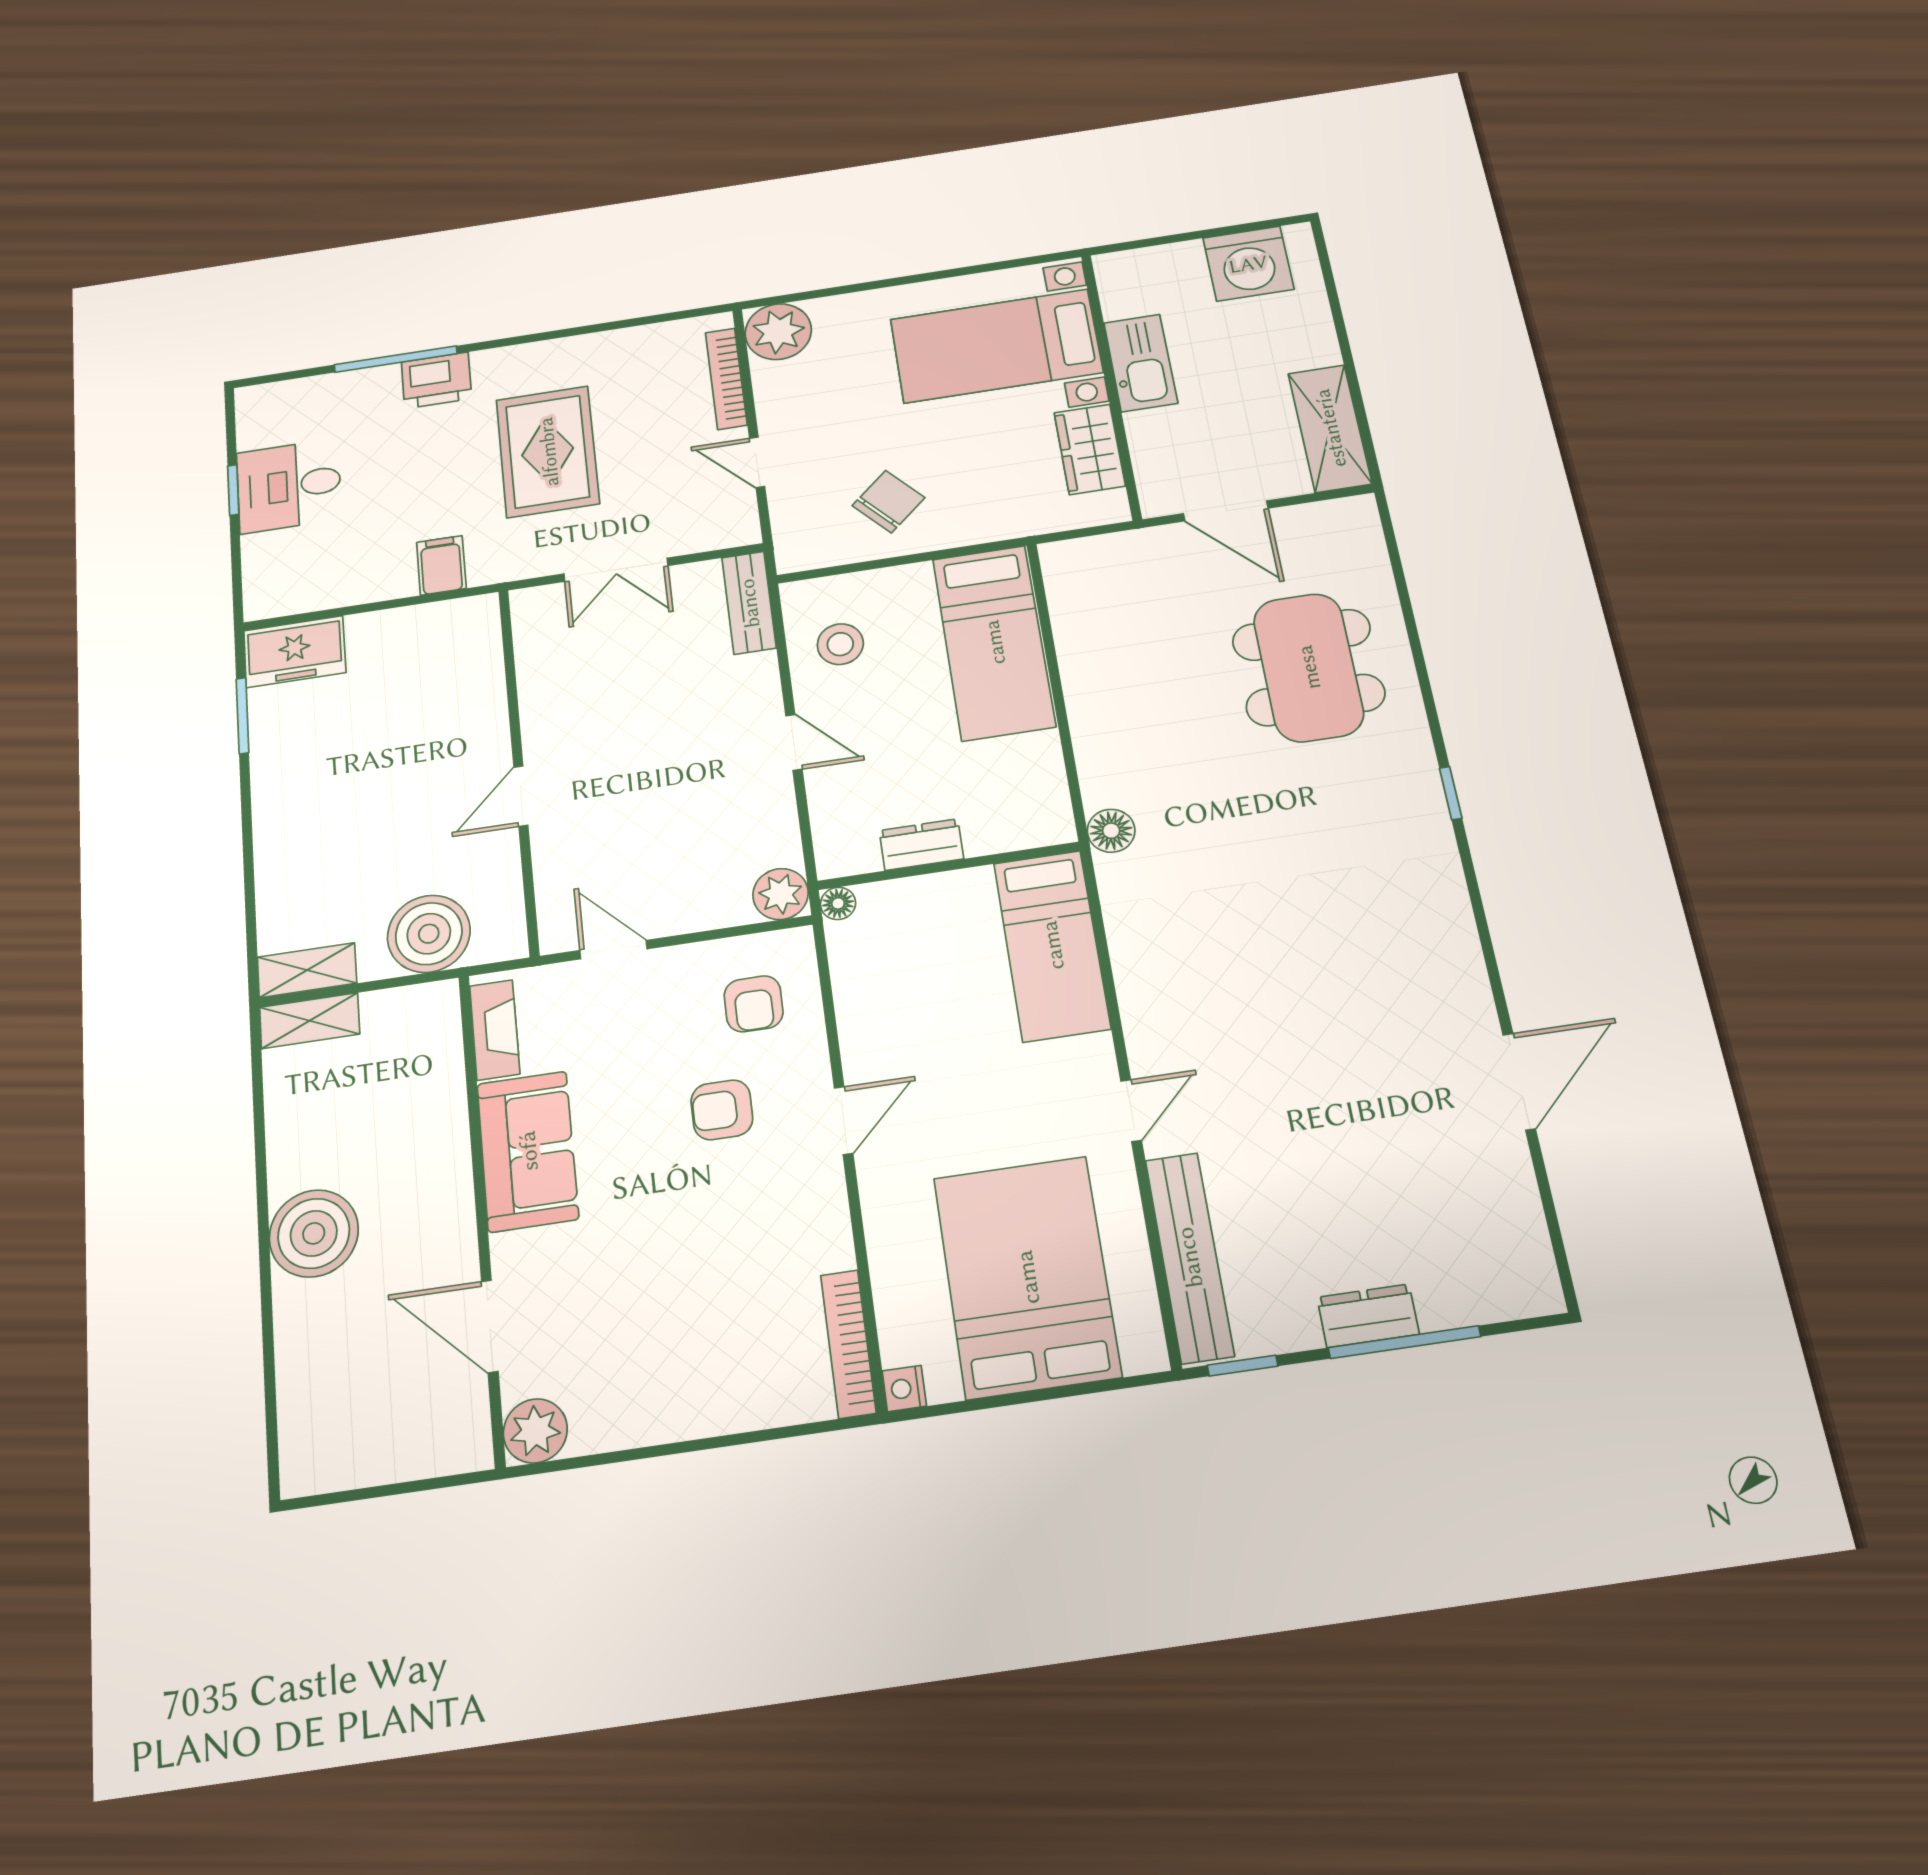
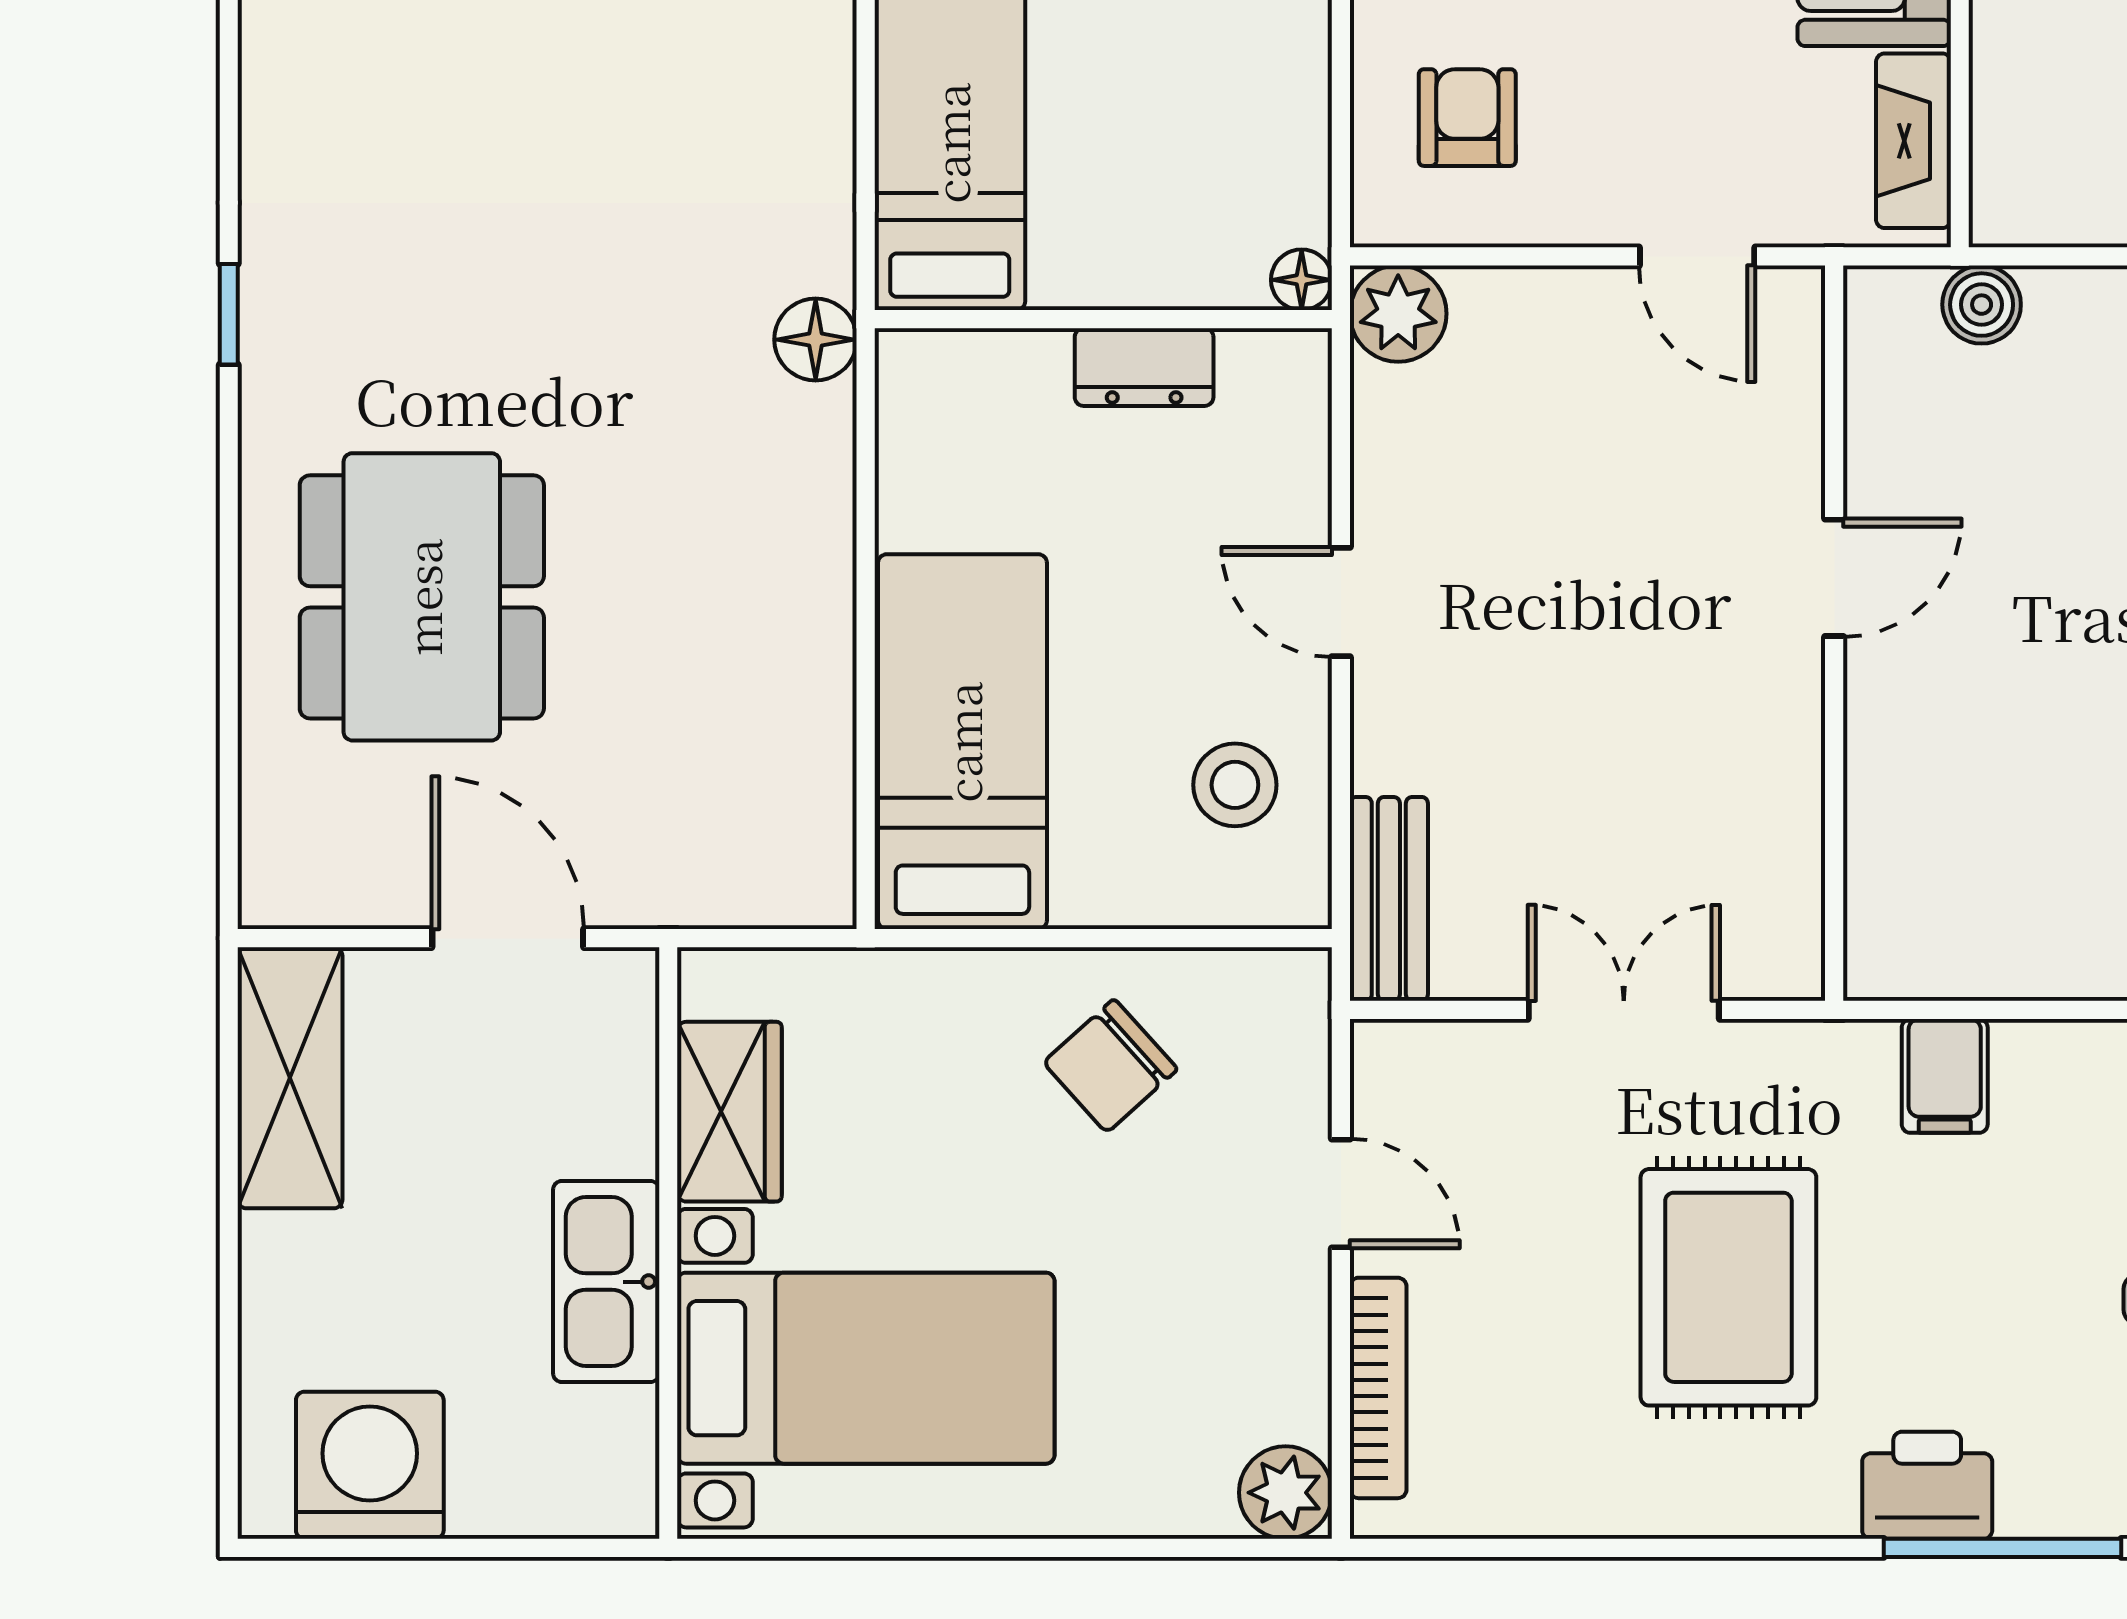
plant: (778, 332) -> (1286, 1493), width x0.73, depth x0.73
boiler: (429, 934) -> (1982, 305), width x0.54, depth x0.54

